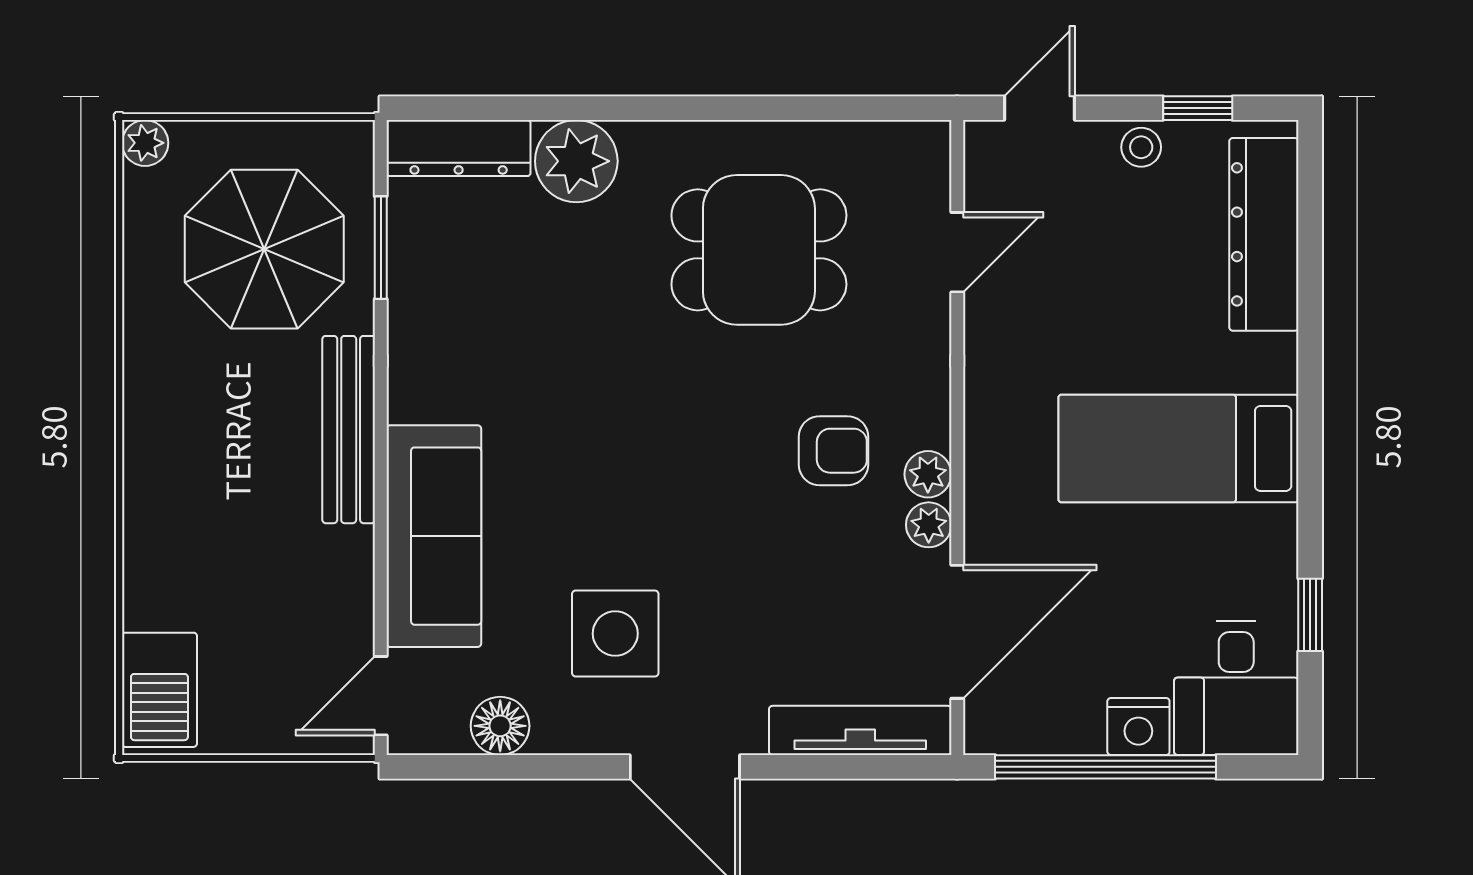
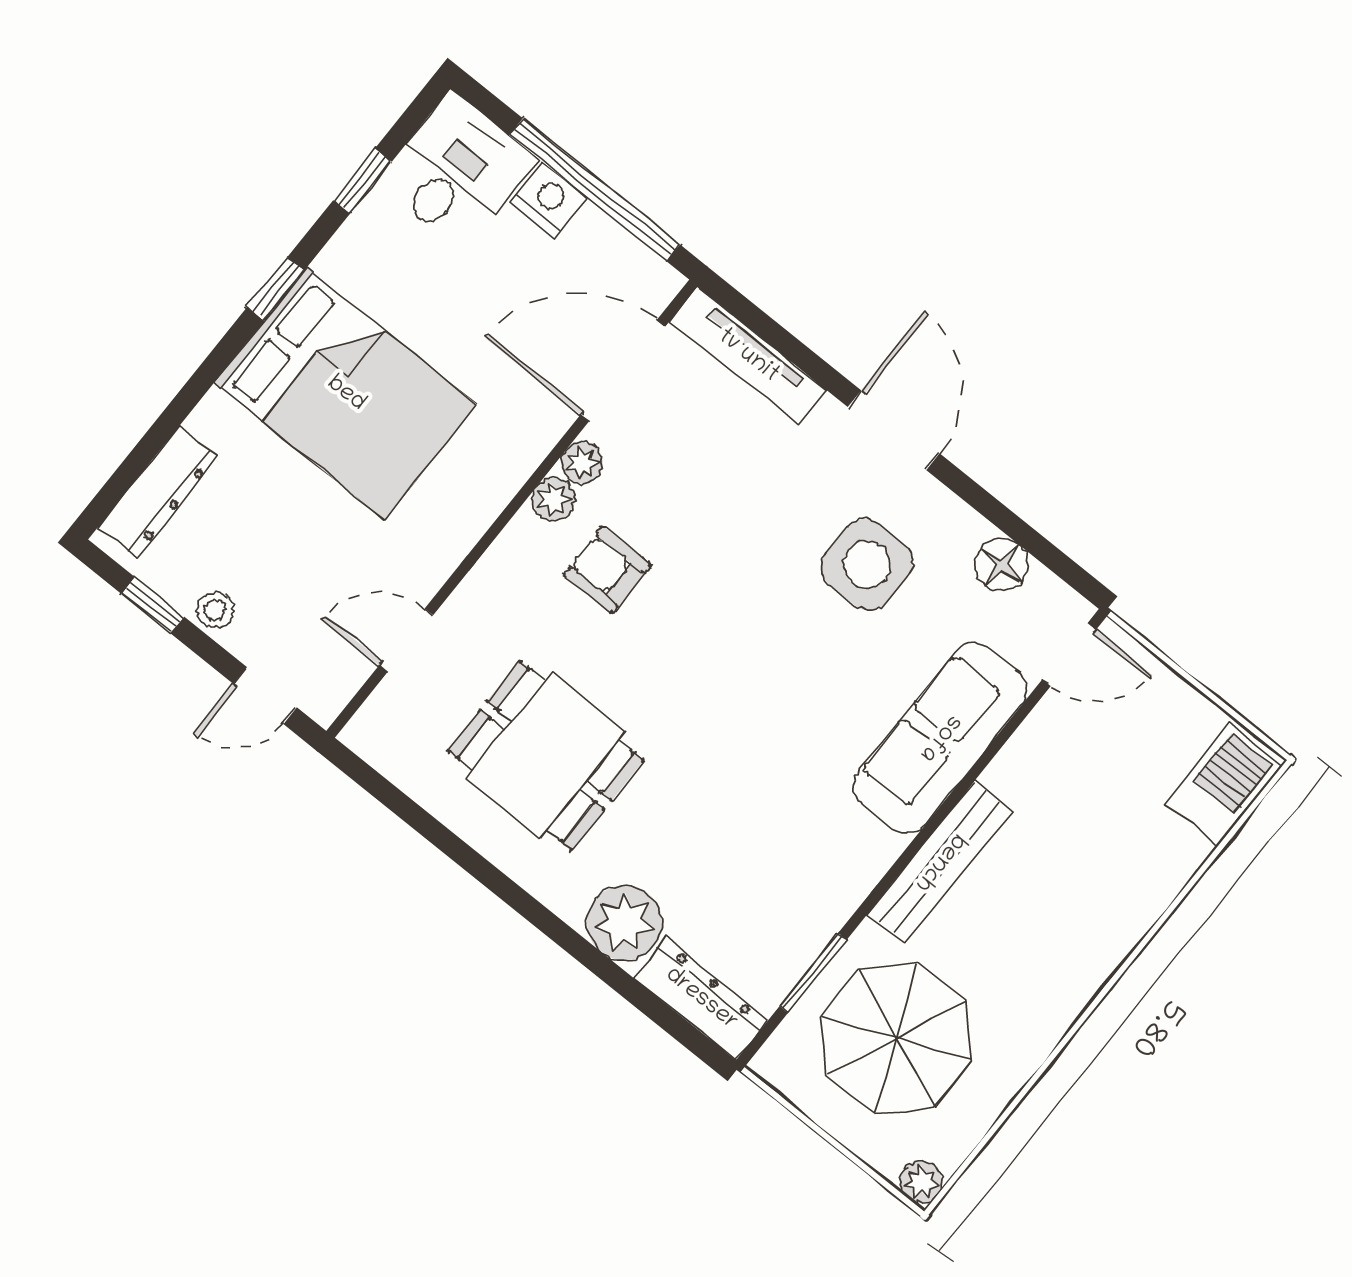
dresser: (1264, 234) -> (158, 492), width x0.73, depth x0.80
bed: (1178, 448) -> (346, 394), width x1.50
window: (1310, 463) -> (276, 289), added

